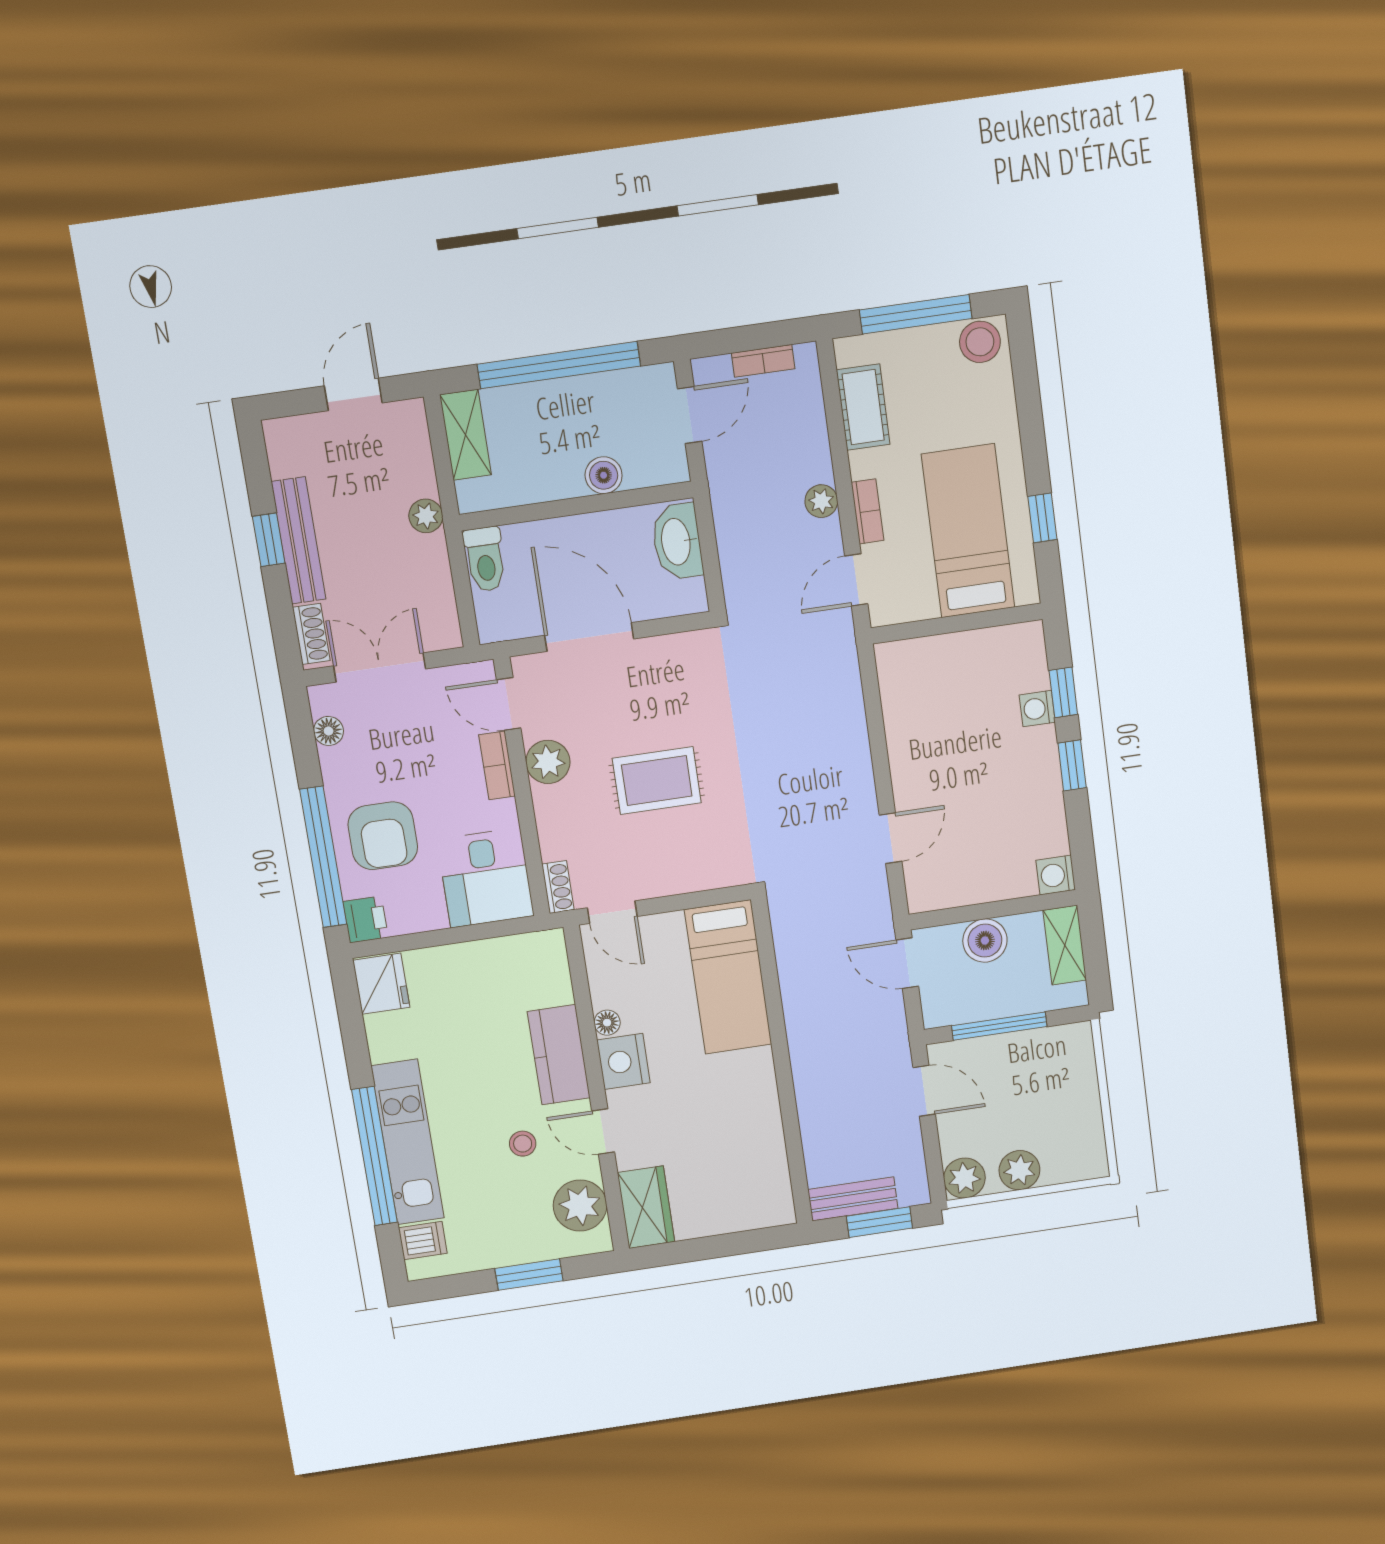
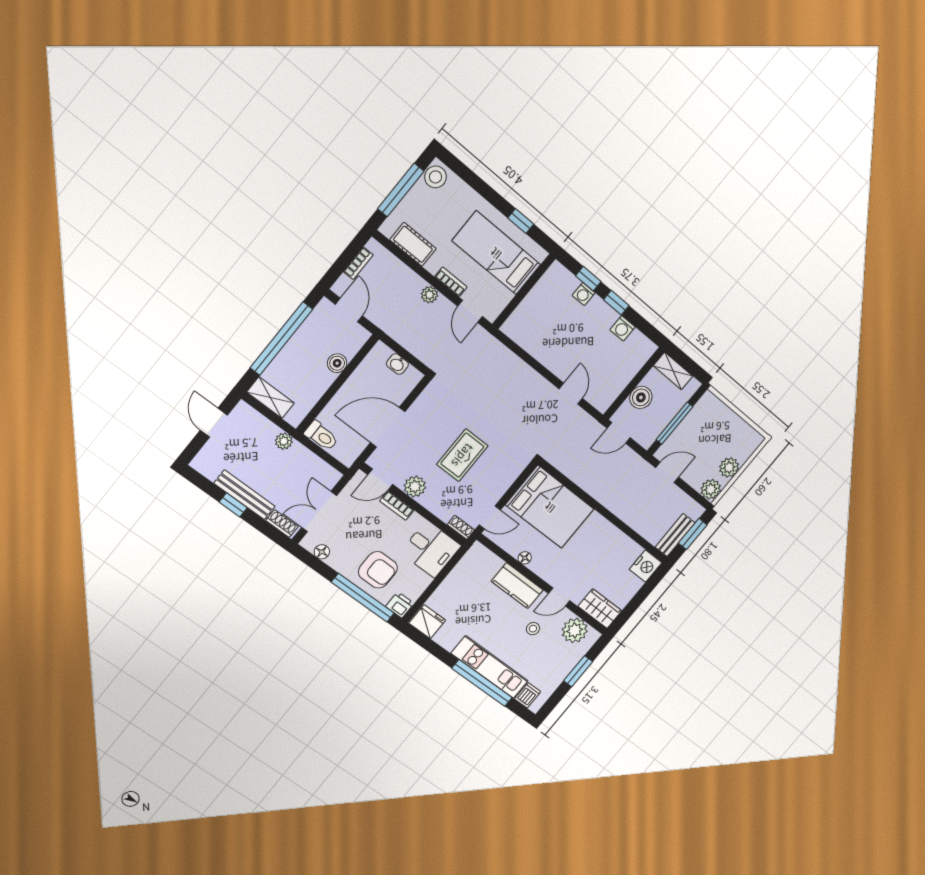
washbasin: (677, 542) -> (397, 364), width x0.52, depth x0.69
washing machine: (1056, 875) -> (623, 328), moved
bed: (728, 977) -> (550, 507), width x1.50
nightstand: (623, 1061) -> (646, 566), moved, turned -90

